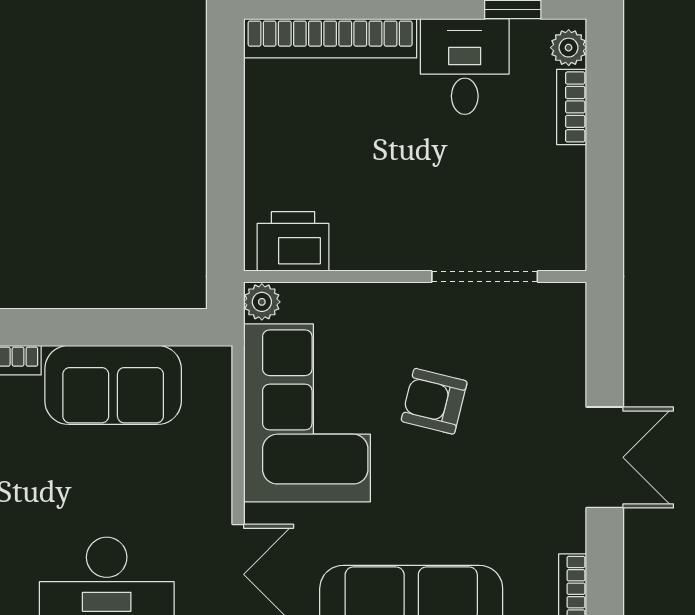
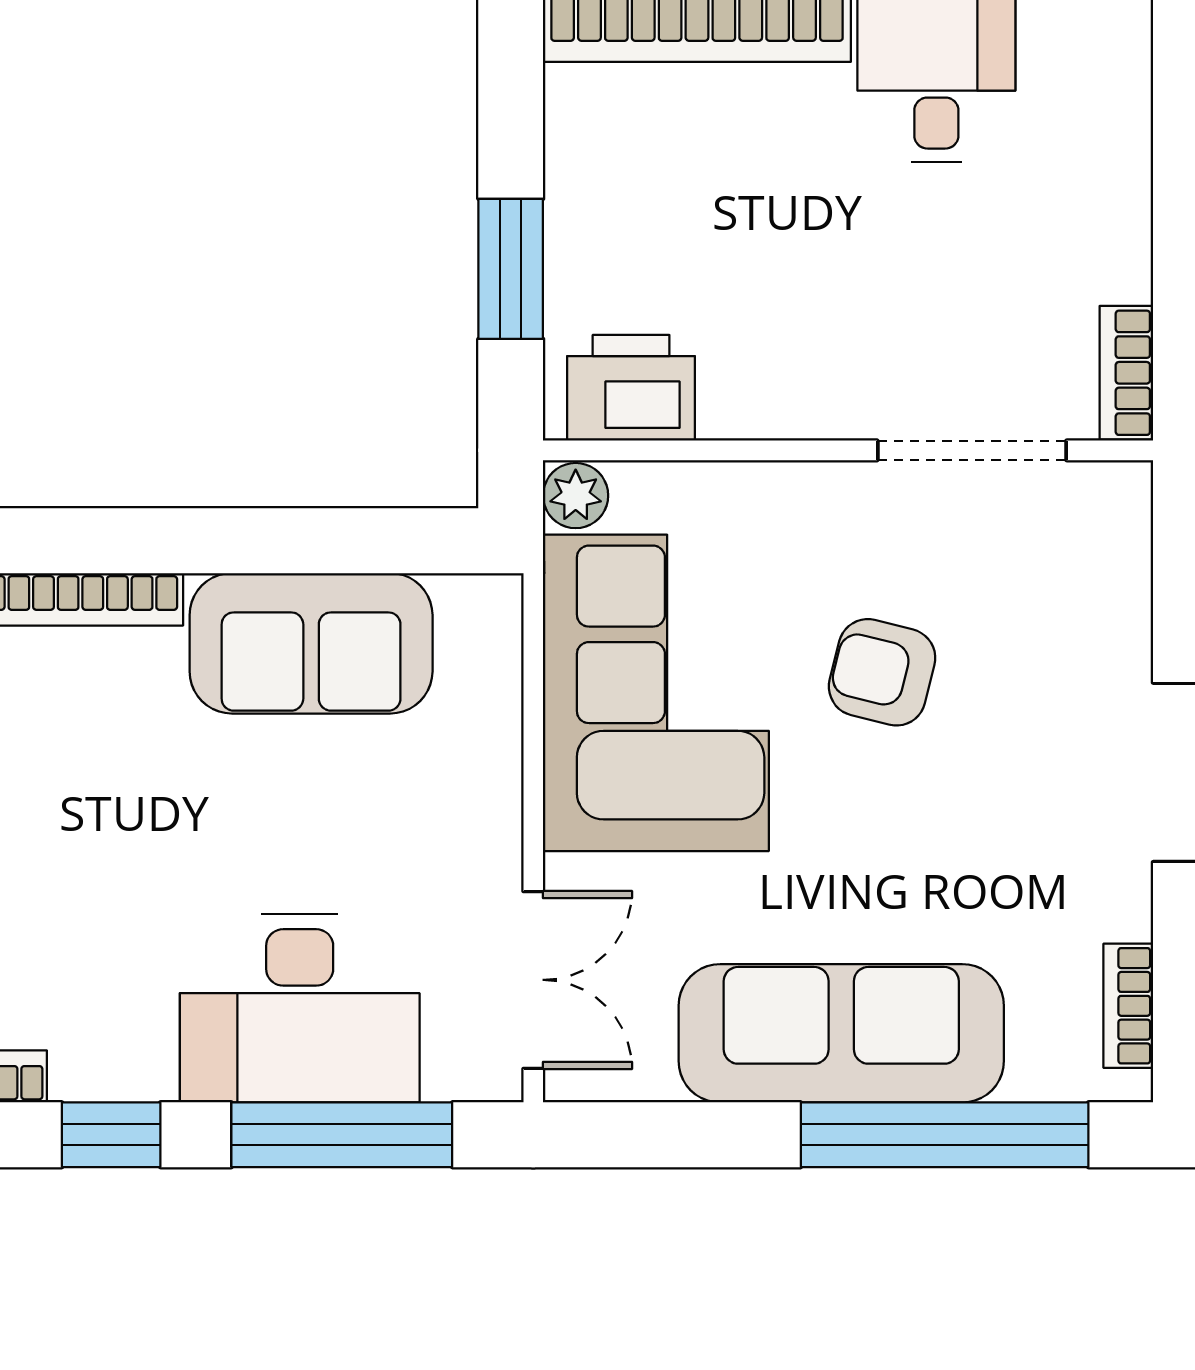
plant: (569, 48) -> (1121, 43), removed
bookcase: (572, 107) -> (1126, 373), moved
window: (225, 174) -> (511, 269), added

